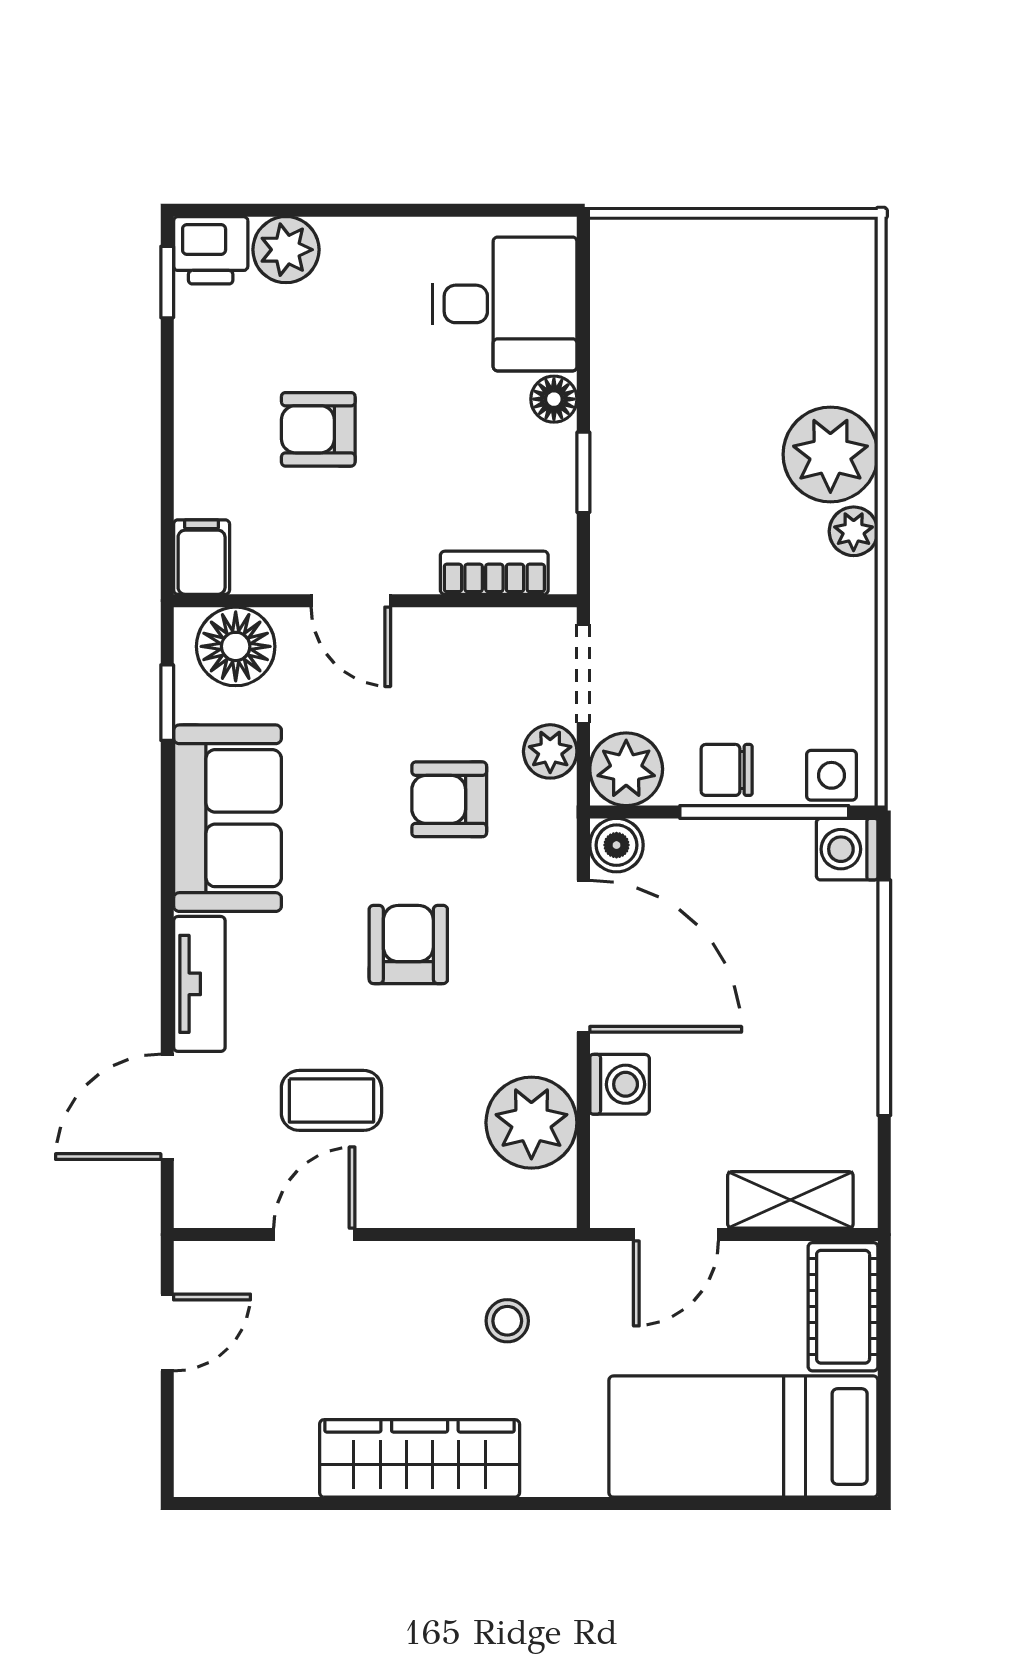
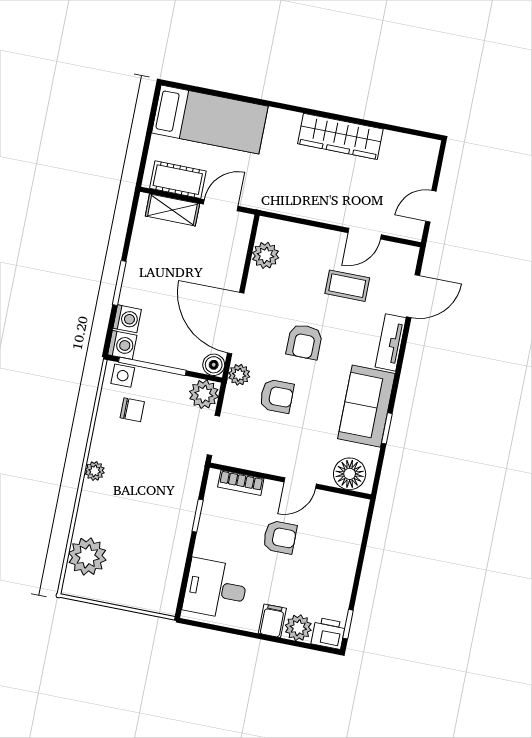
floor lamp: (554, 399) -> (203, 547), removed
armchair: (318, 429) -> (280, 537), moved
plant: (830, 454) -> (87, 556), moved
filing cabinet: (202, 557) -> (272, 621), moved, turned 180
door: (351, 601) -> (300, 483), swing flipped
window: (167, 703) -> (387, 428), moved
plant: (550, 751) -> (239, 375), moved
chair: (727, 770) -> (132, 410), moved
window: (884, 998) -> (119, 283), width x0.47
washing machine: (620, 1084) -> (127, 319), moved, turned 180
plant: (531, 1123) -> (266, 255), width x0.73, depth x0.73
cot: (843, 1307) -> (178, 180), moved, turned 90
stool: (507, 1321) -> (295, 184), removed

